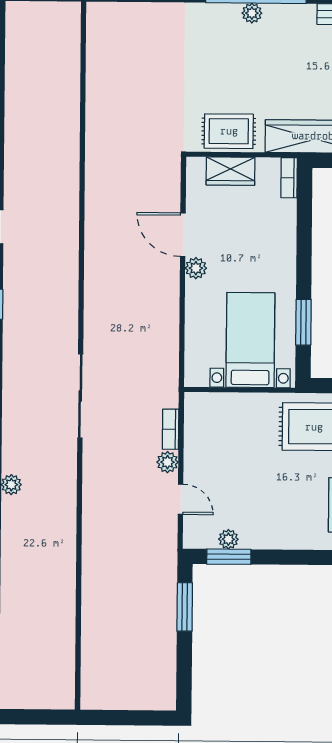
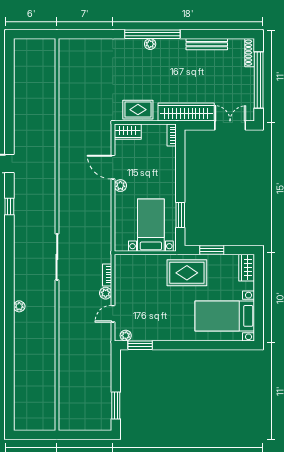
wardrobe: (230, 171) -> (128, 132), moved
door: (181, 499) -> (113, 314), swing flipped
plant: (228, 539) -> (126, 336), moved
window: (185, 607) -> (116, 405), moved

